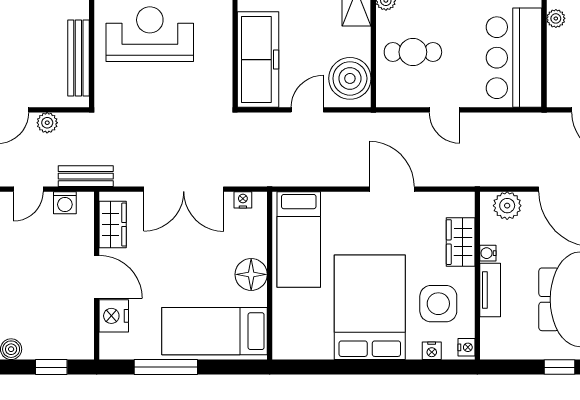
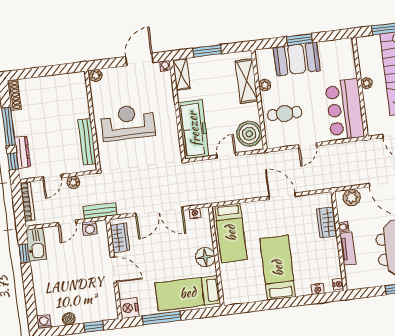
door: (444, 110) -> (308, 145), hinge flipped
side table: (438, 304) -> (318, 260), removed
bed: (370, 307) -> (278, 268), width x0.67
nightstand: (114, 316) -> (129, 308), moved

